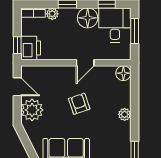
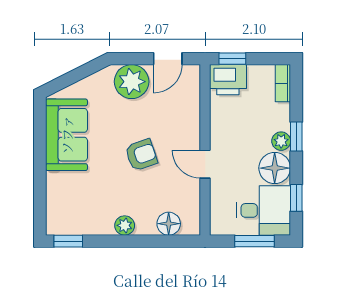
plant: (52, 14) -> (281, 141), moved
floor lamp: (123, 73) -> (169, 224), moved

